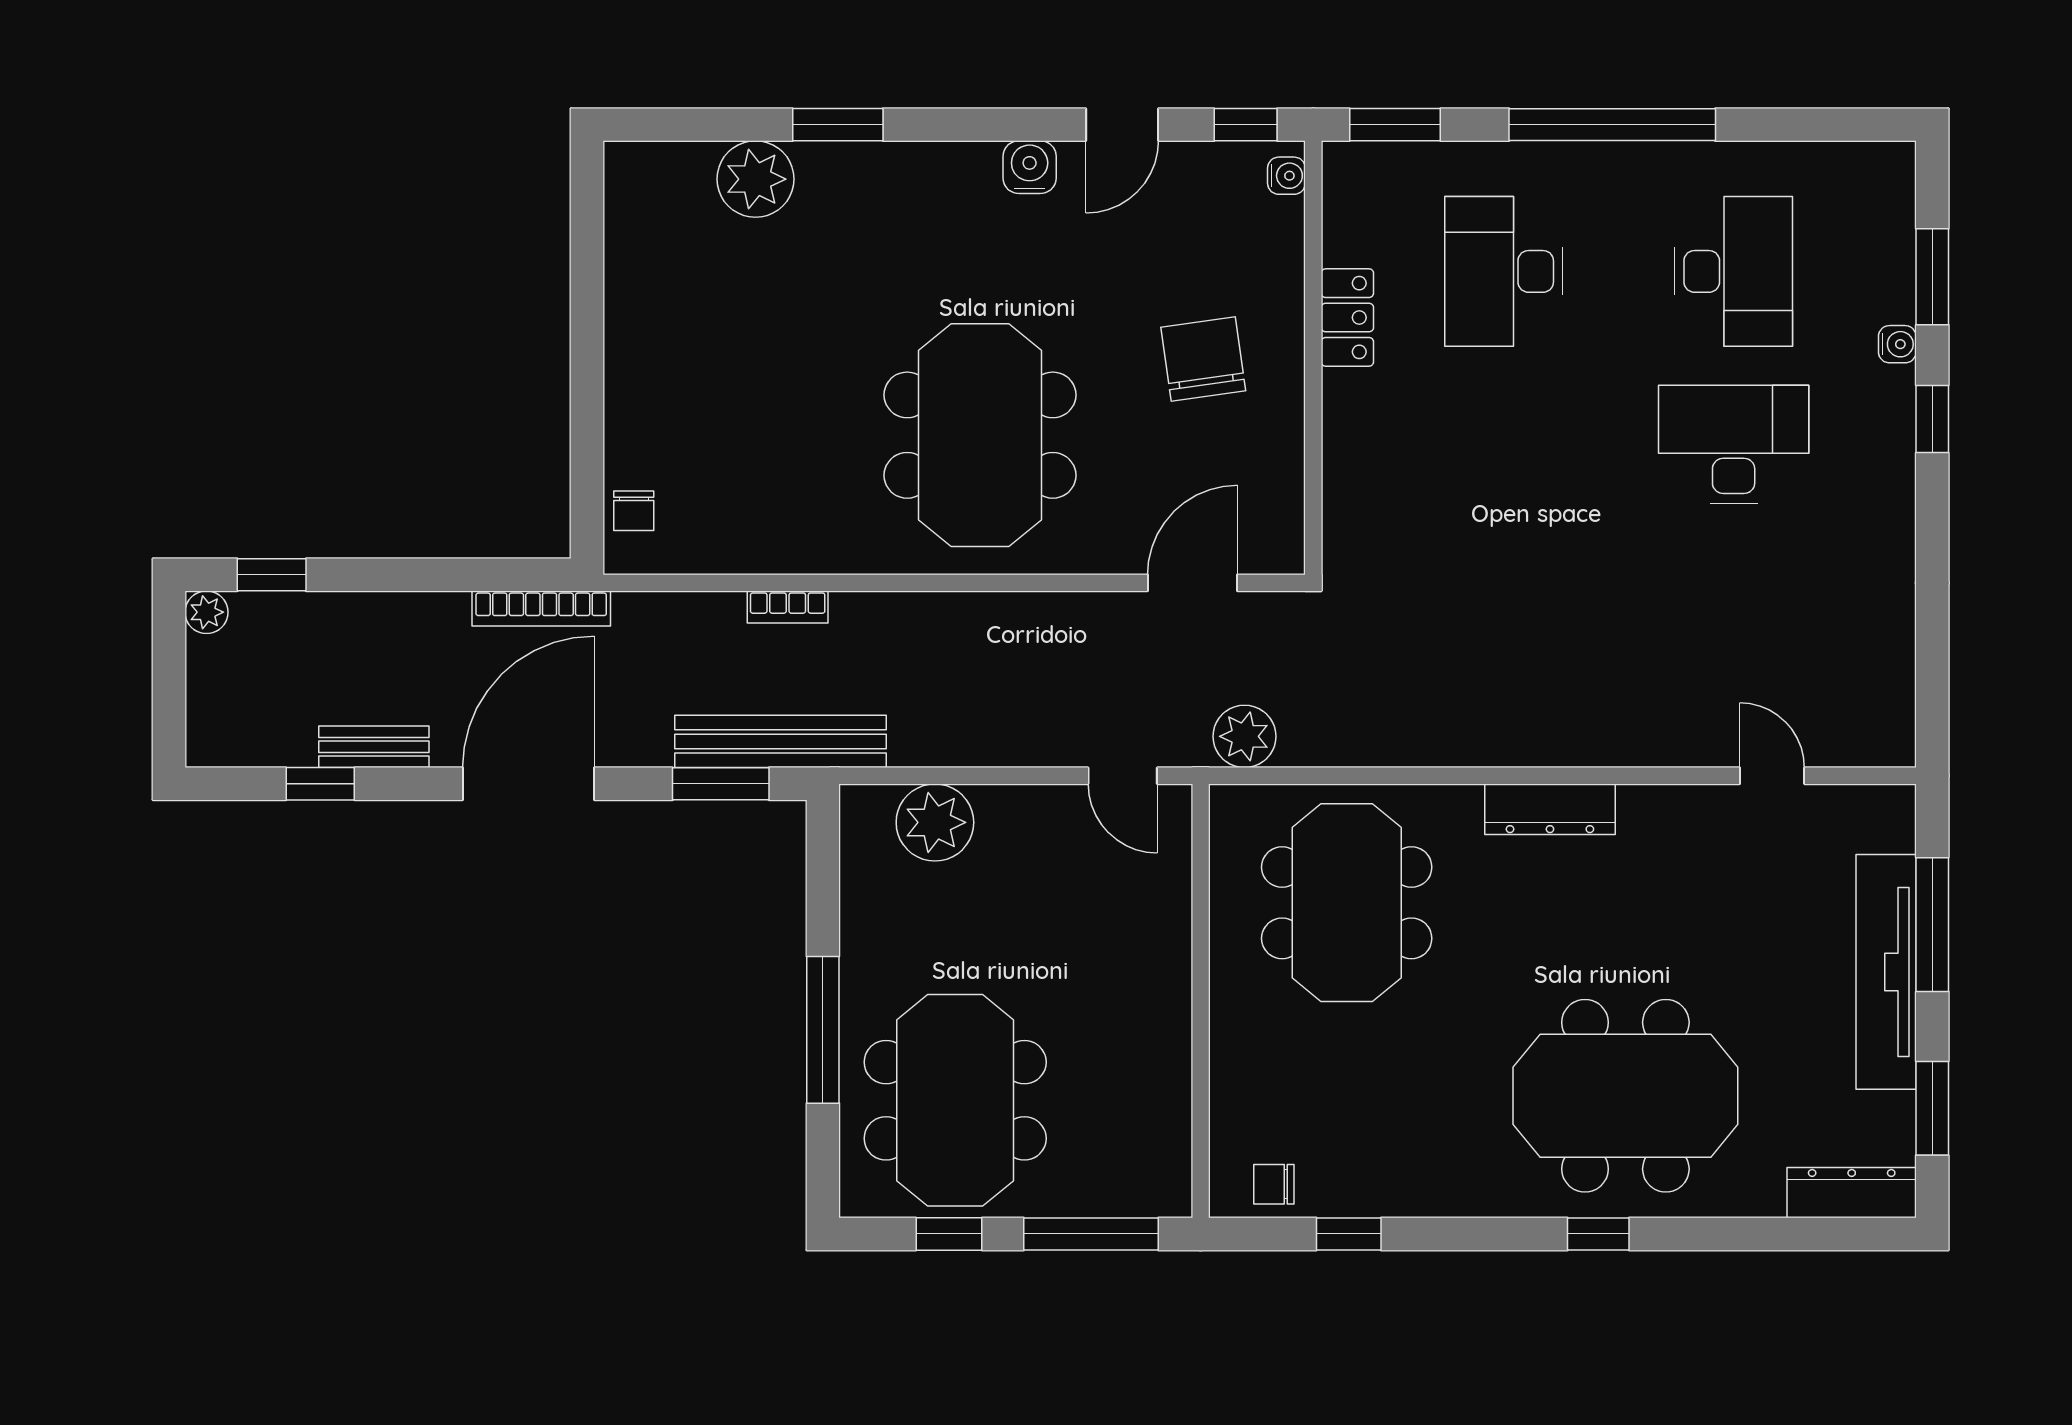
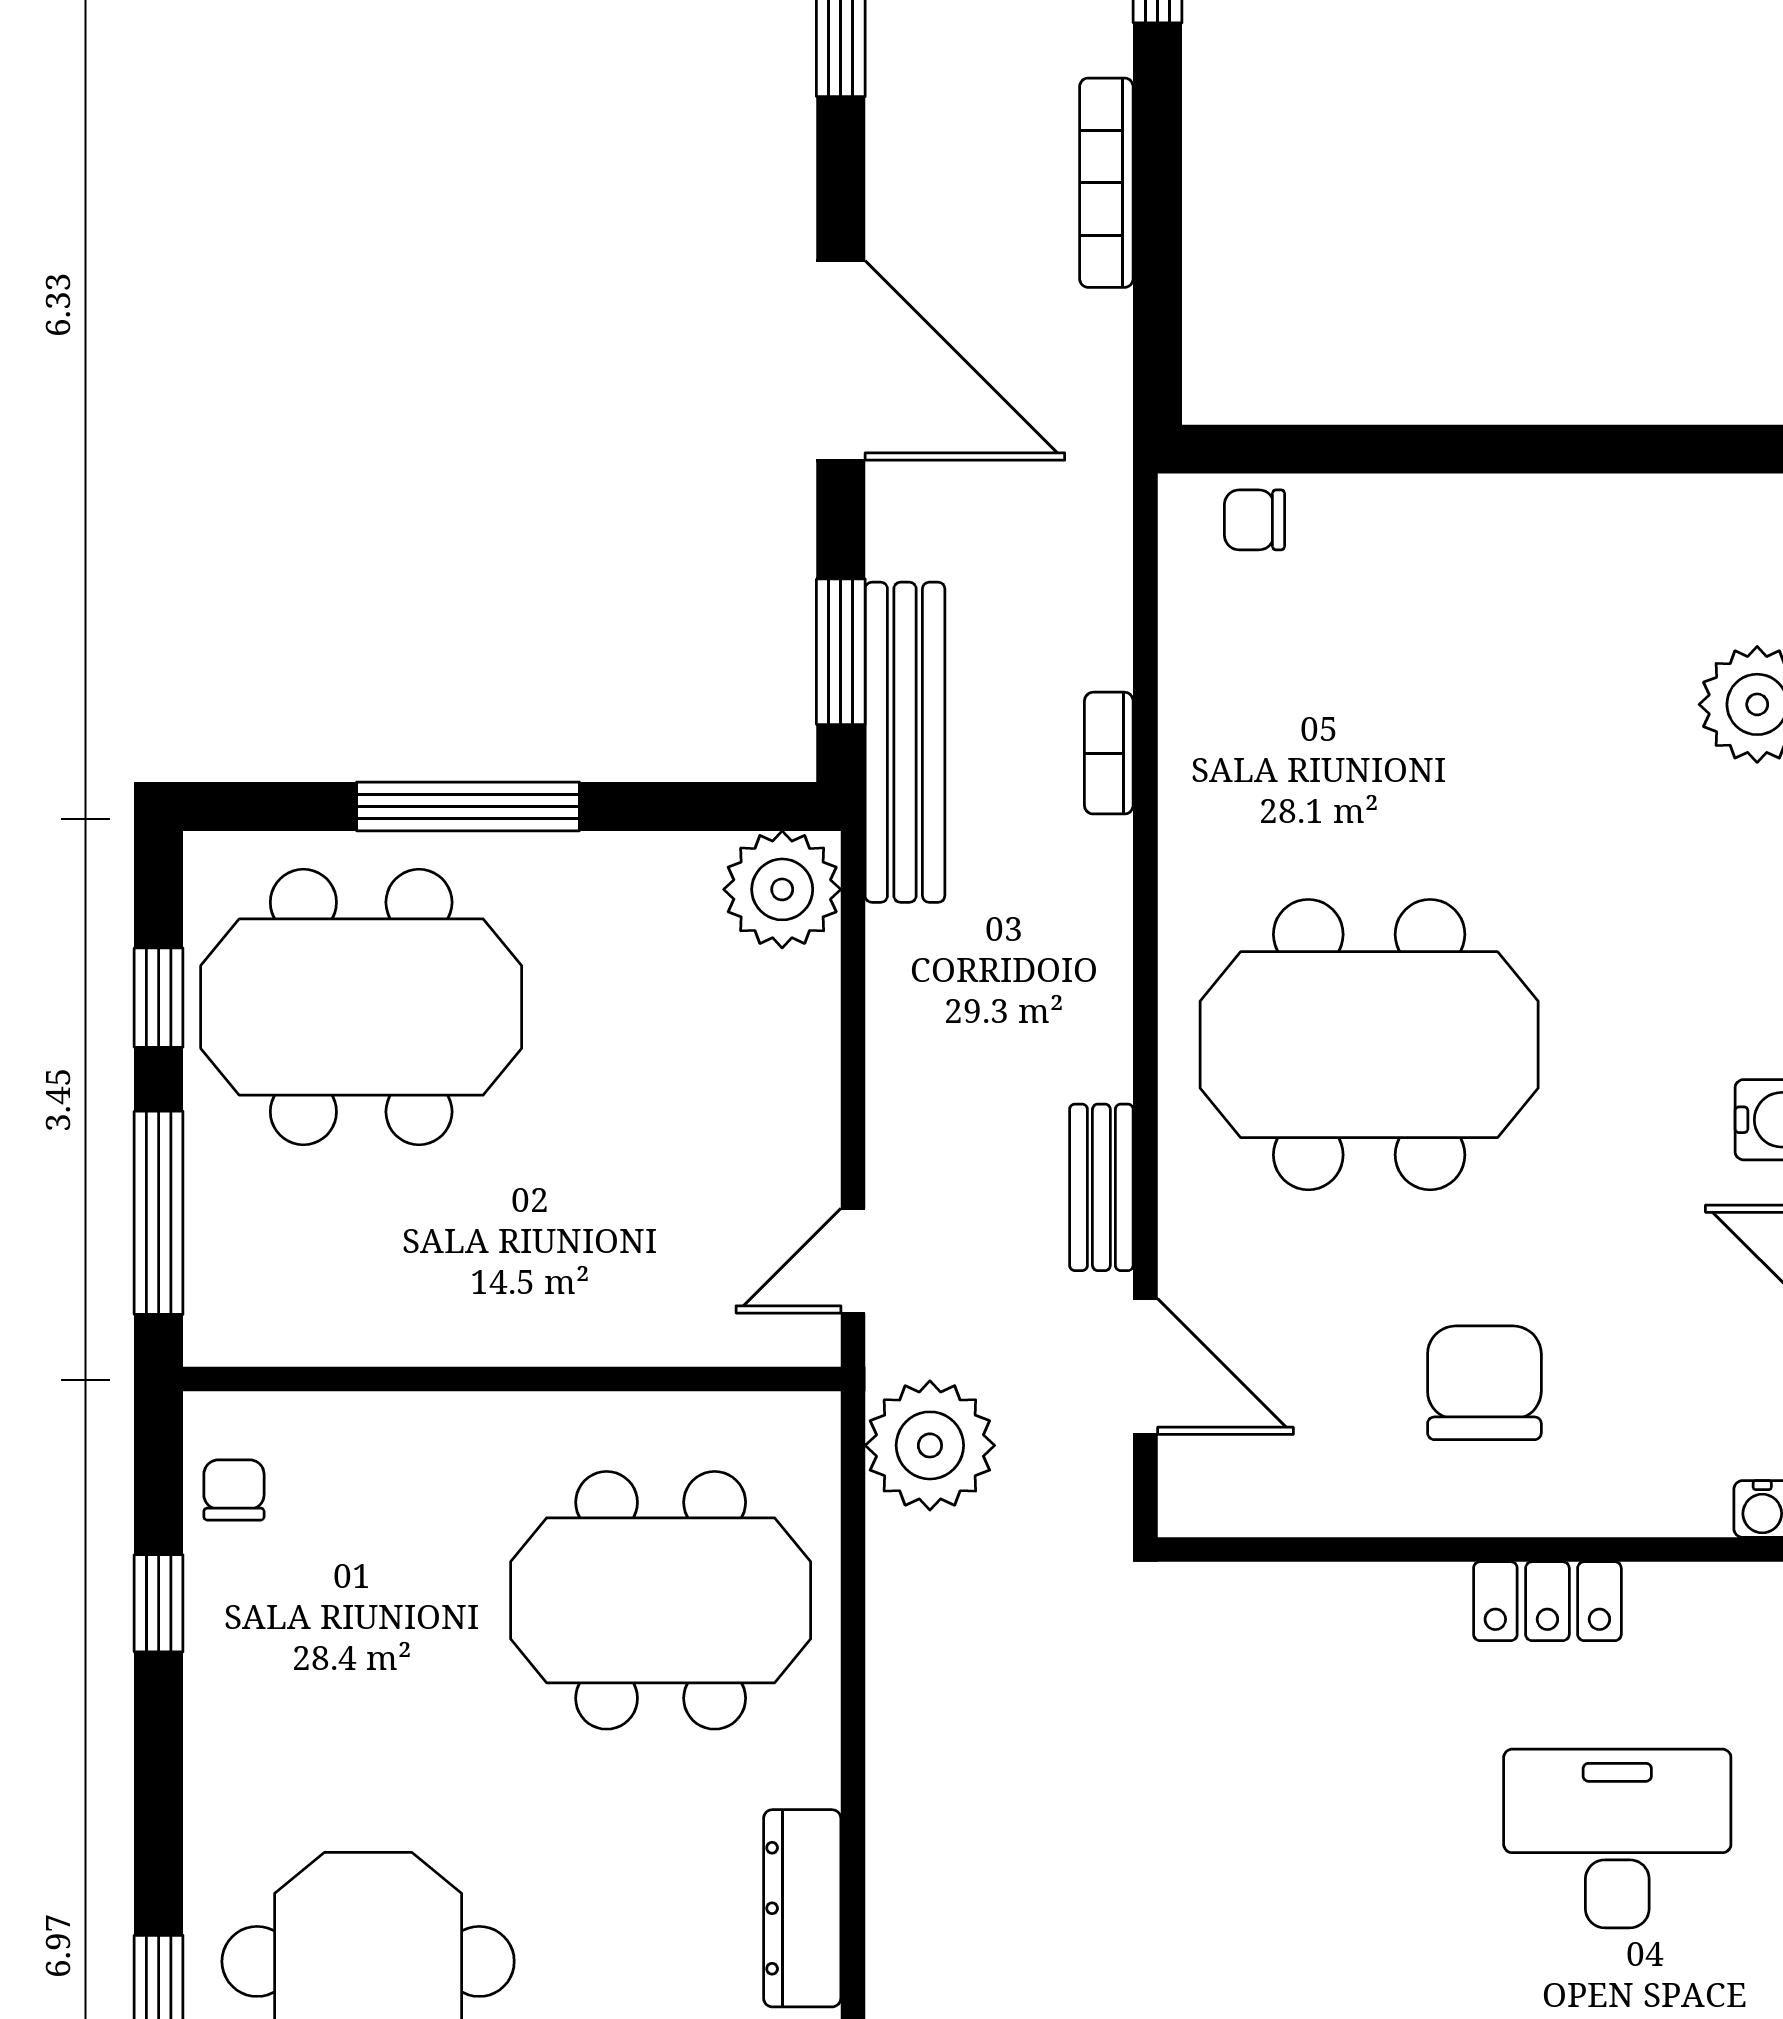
chair: (1203, 359) -> (1484, 1383), turned -82
bookcase: (541, 609) -> (1106, 183), moved
plant: (1245, 736) -> (930, 1445), width x1.36, depth x1.36
bench: (374, 747) -> (1101, 1187), moved
plant: (935, 822) -> (782, 889), moved

